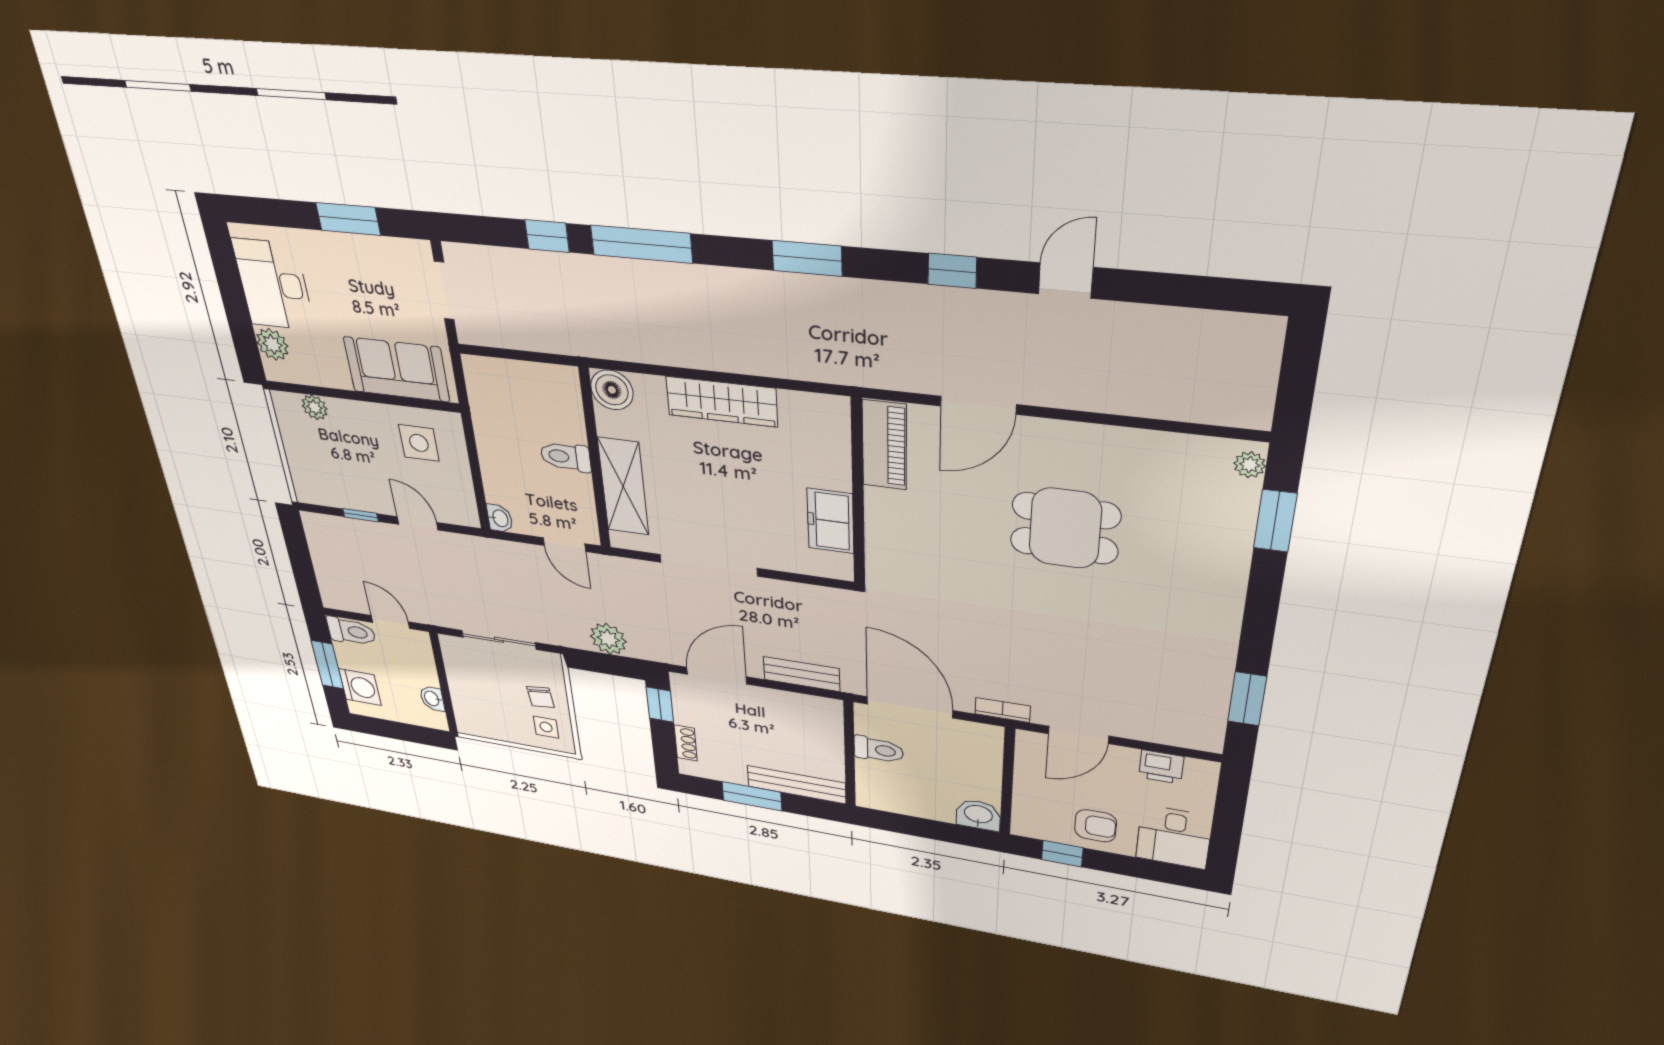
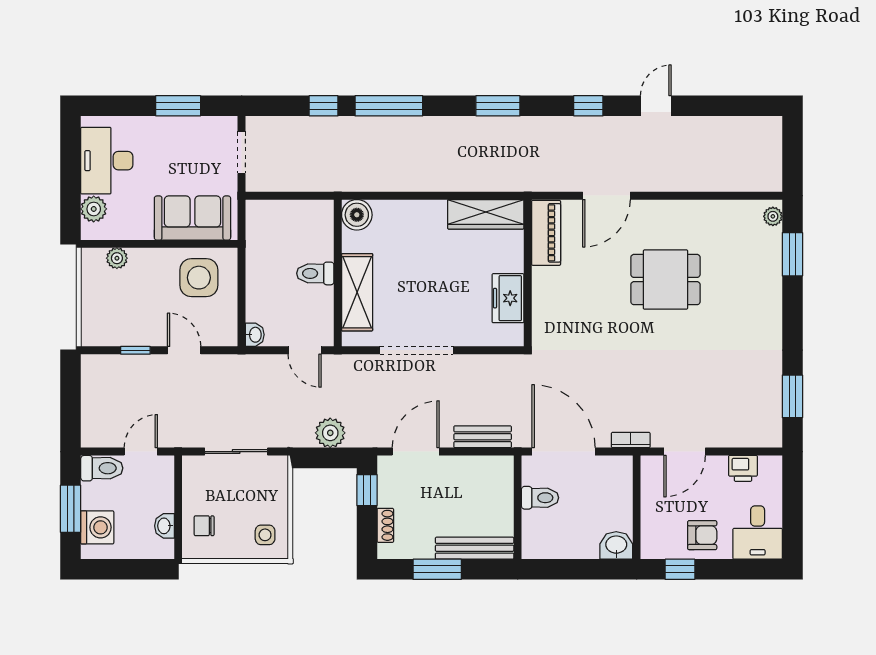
wardrobe: (722, 402) -> (486, 214), moved
side table: (419, 443) -> (199, 278), width x1.37, depth x1.37
door: (390, 622) -> (141, 452), hinge flipped
chair: (540, 697) -> (204, 526), moved, turned 97

